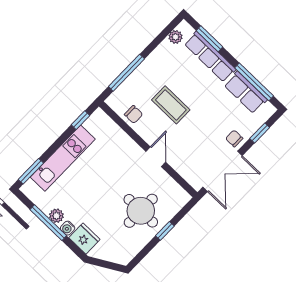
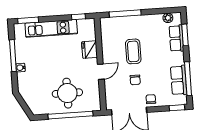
row of seats: (210, 57) -> (176, 38), width x0.68
chair: (134, 114) -> (135, 80), moved
window: (260, 133) -> (177, 108), moved
plant: (56, 216) -> (21, 56), removed
window: (165, 231) -> (71, 115), width x3.17
fridge: (84, 239) -> (90, 50), moved, turned 180

